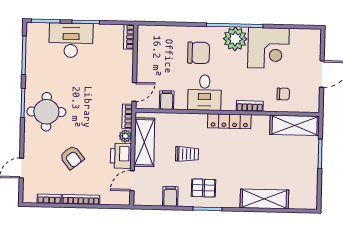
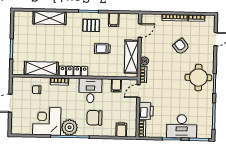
filing cabinet: (159, 35) -> (121, 130), added
shelving: (295, 125) -> (41, 69), moved
printer: (121, 156) -> (146, 111), moved

